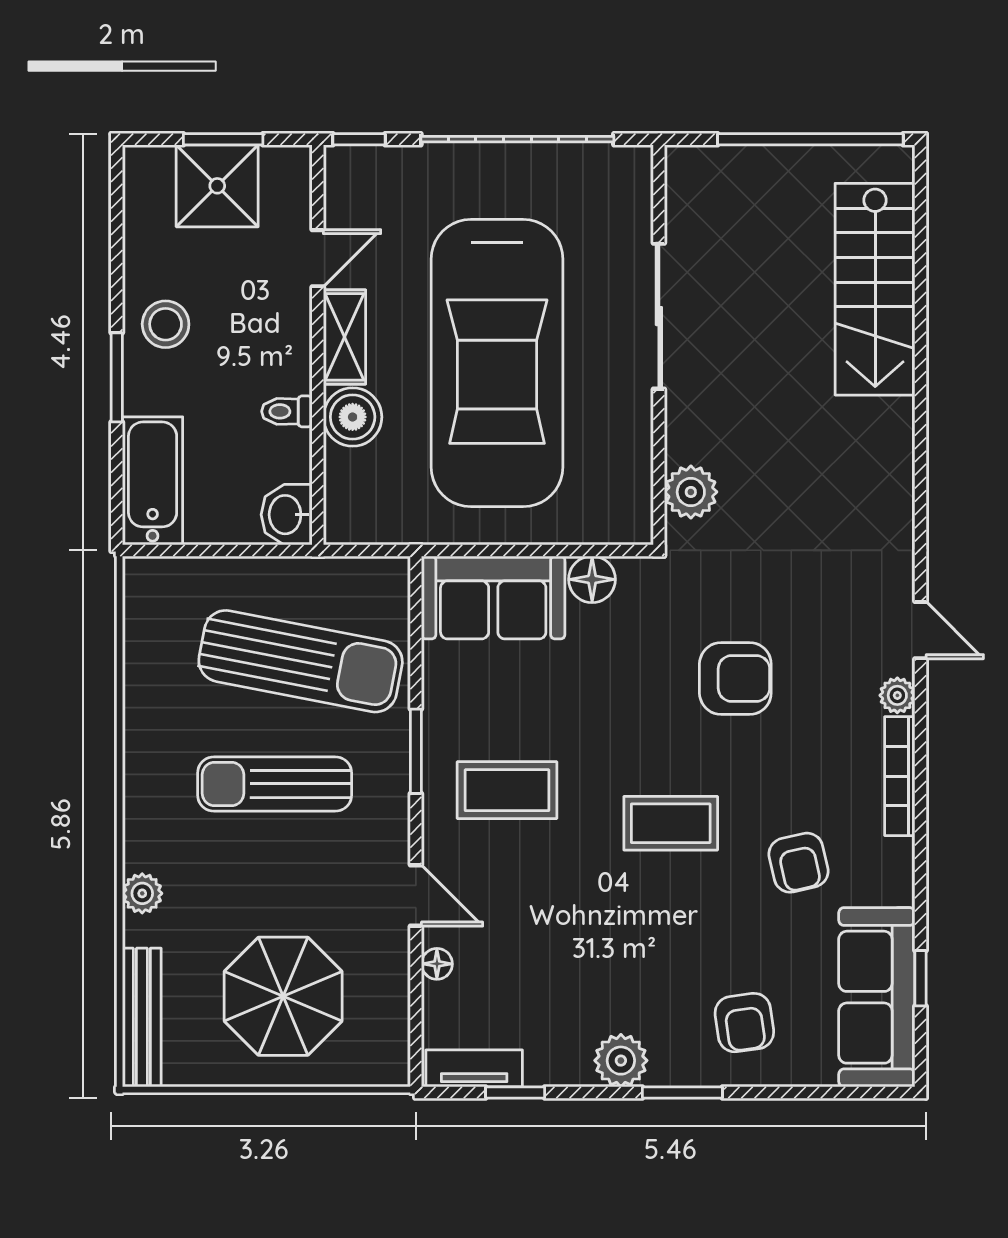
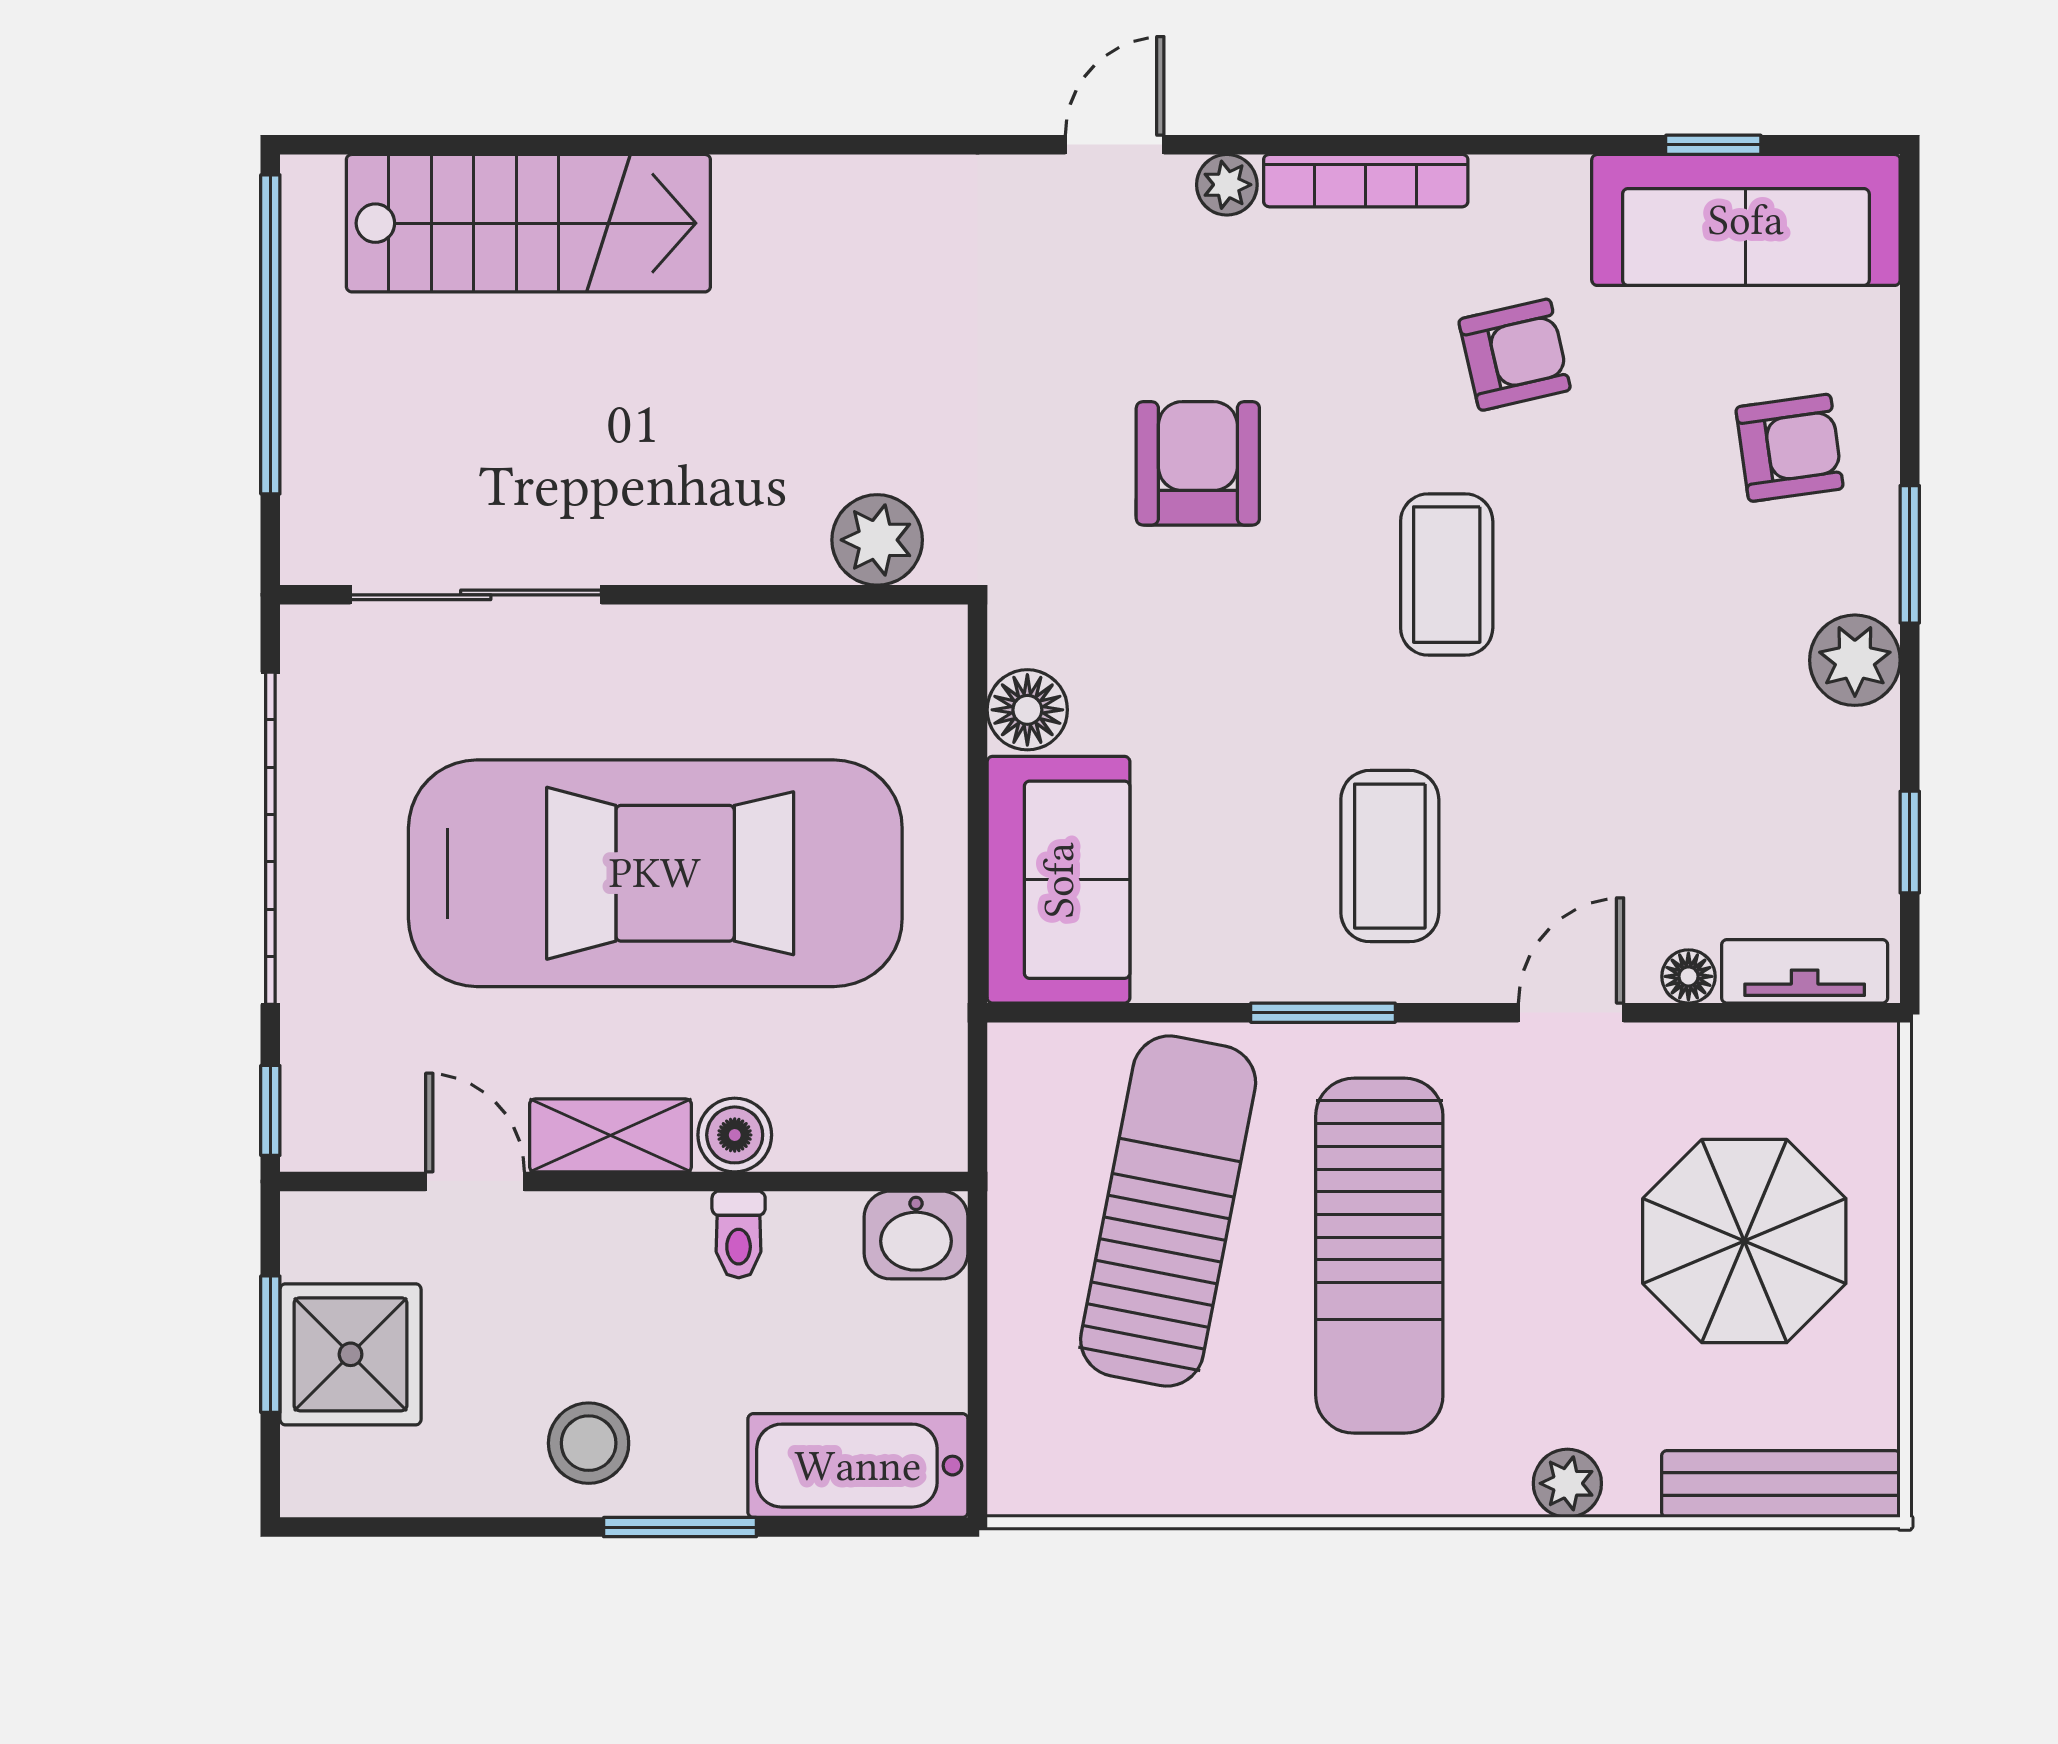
sliding door: (659, 316) -> (476, 595), moved
boiler: (353, 417) -> (735, 1135), width x0.73, depth x0.73
sun lounger: (275, 784) -> (1379, 1256), width x1.36, depth x1.34
tv unit: (474, 1068) -> (1805, 971), moved, turned 90

